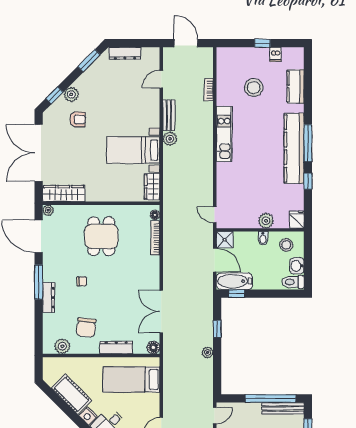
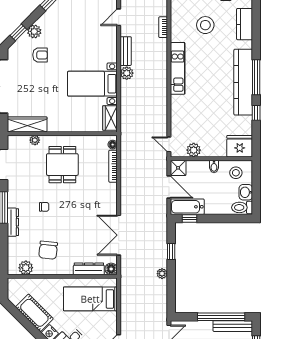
plant: (48, 210) -> (35, 140), moved
fridge: (297, 220) -> (240, 146), width x1.88, depth x1.34
plant: (266, 221) -> (194, 150), moved
dresser: (116, 347) -> (89, 269), moved

